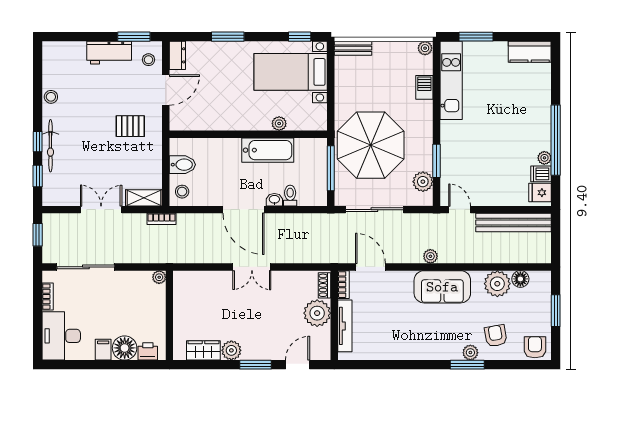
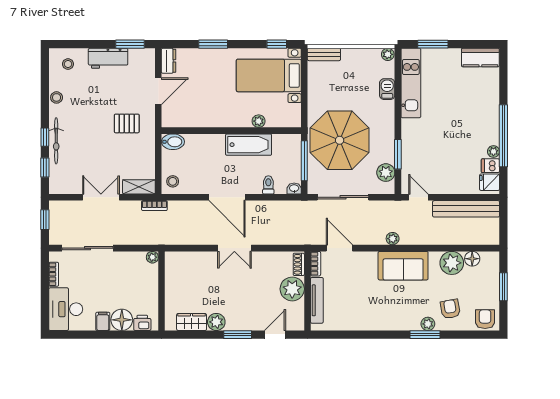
stool: (149, 60) -> (68, 64), moved
bidet: (182, 165) -> (173, 142), moved
washbasin: (274, 200) -> (294, 188), moved

